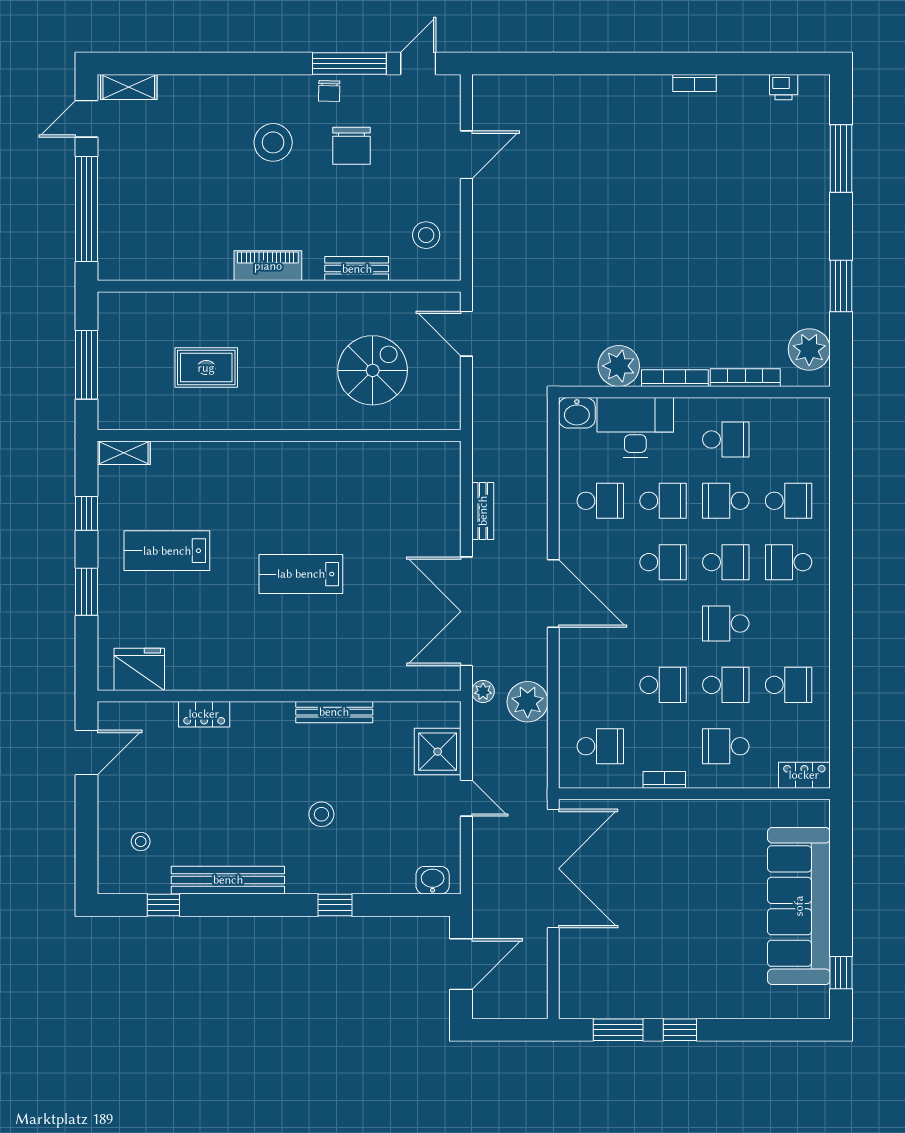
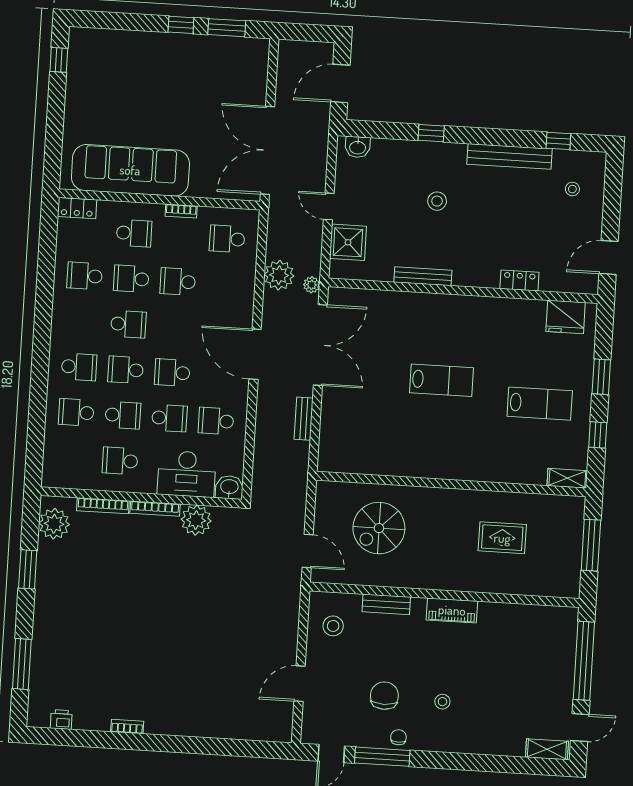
stool: (273, 142) -> (442, 702), width x0.53, depth x0.53
school desk: (663, 501) -> (169, 418), turned 180
sofa: (799, 906) -> (130, 170), moved, turned -90

